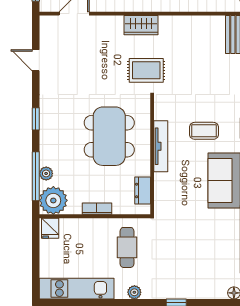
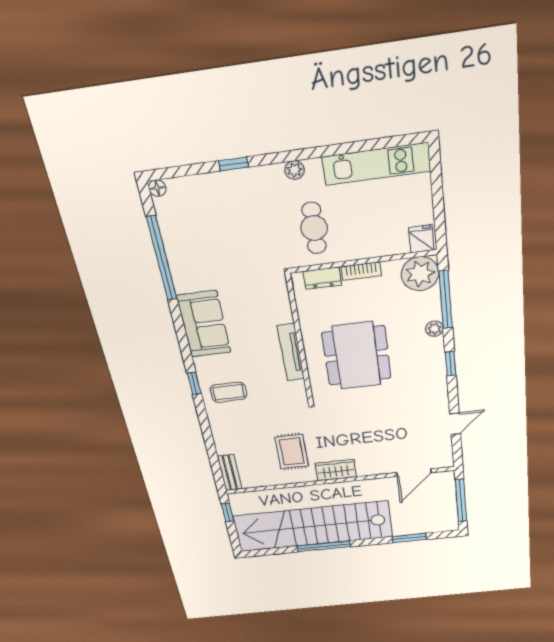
door: (36, 60) -> (455, 424), hinge flipped
rug: (146, 70) -> (292, 452), moved, turned 90
coffee table: (204, 131) -> (228, 392), moved
plant: (46, 173) -> (434, 329), moved
dresser: (143, 190) -> (322, 278), moved, turned 90

